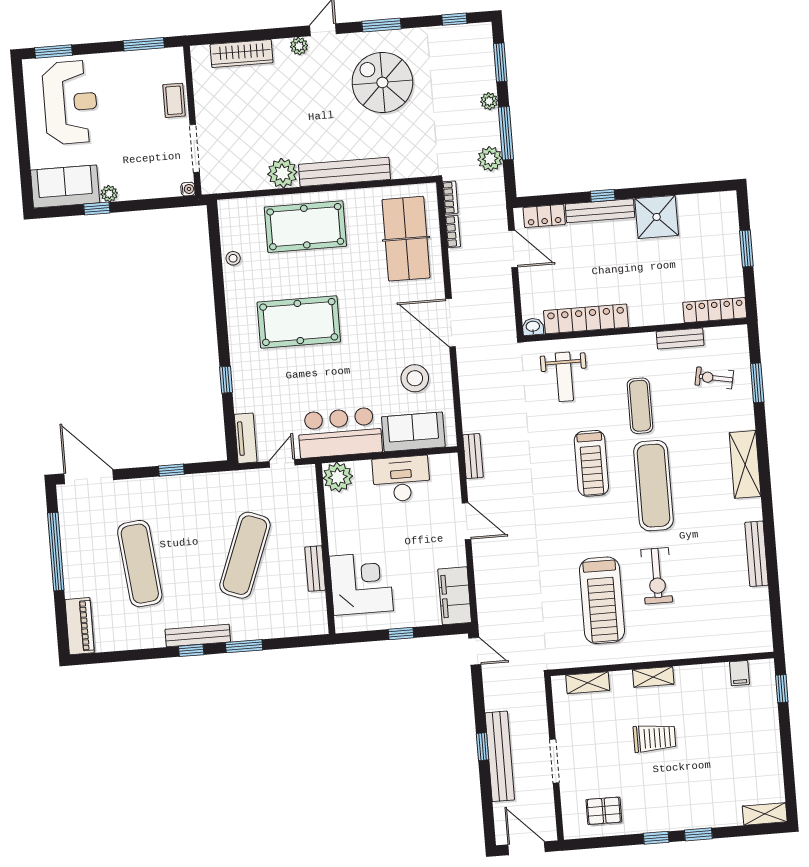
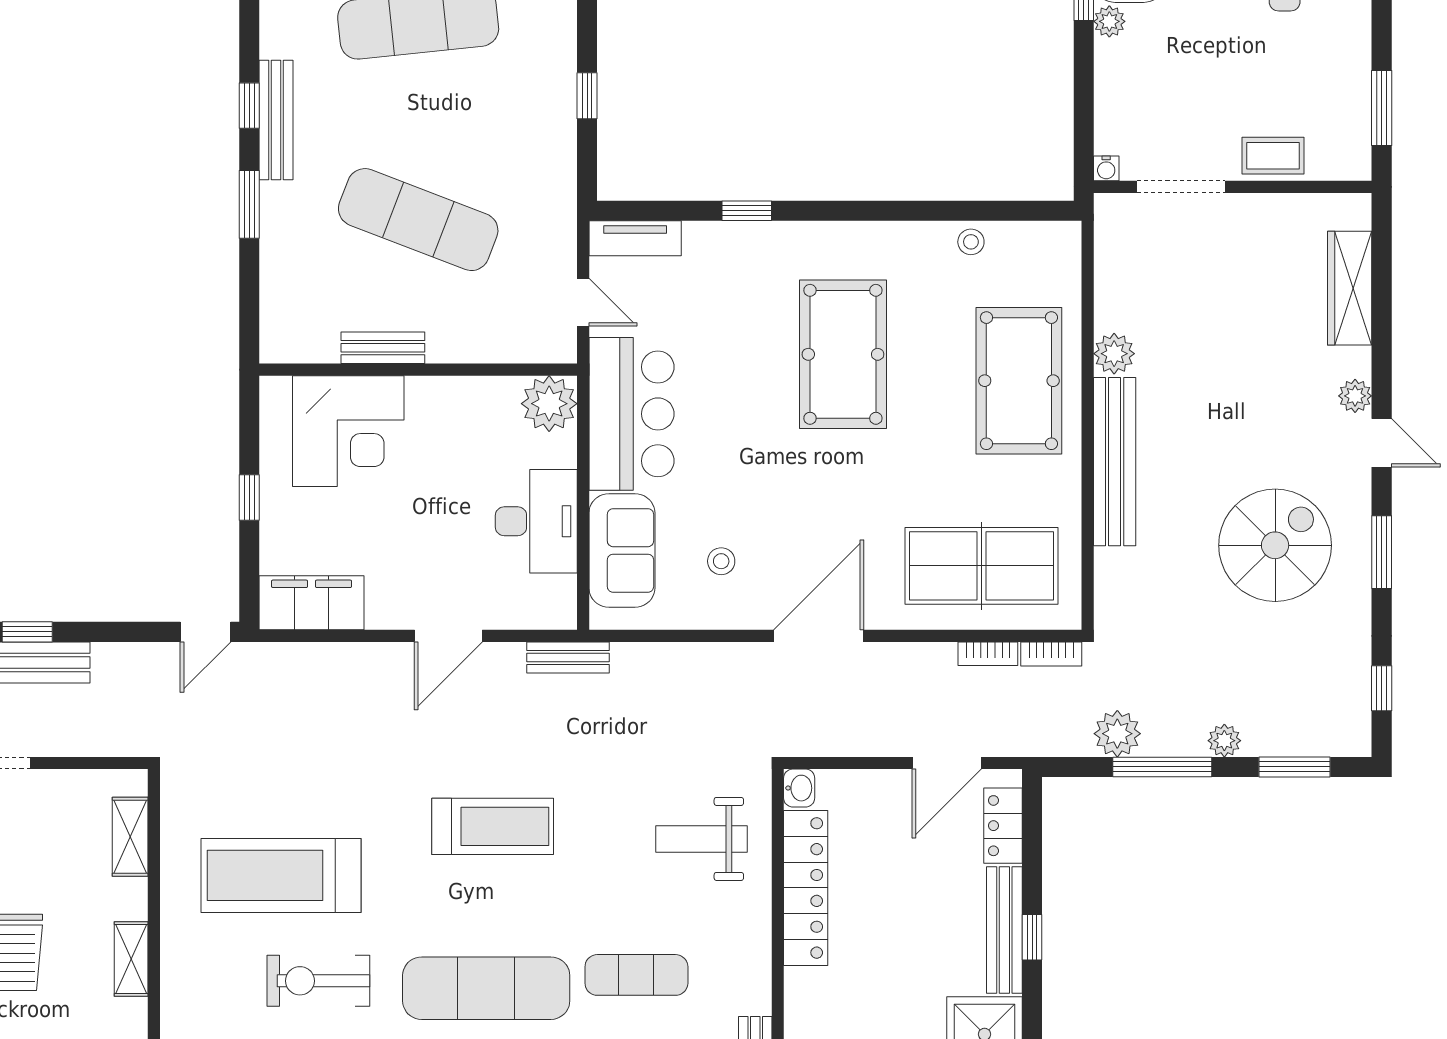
plant: (282, 173) -> (1114, 354), width x0.73, depth x0.73
stool: (415, 378) -> (721, 561), width x0.53, depth x0.53
treadmill: (591, 463) -> (493, 826), moved, turned 180

